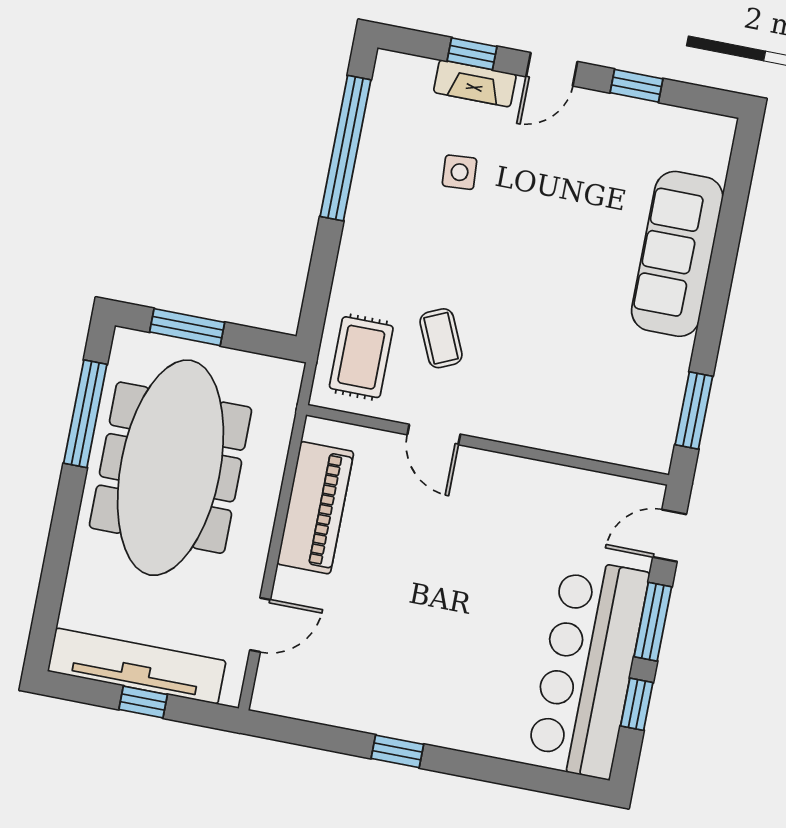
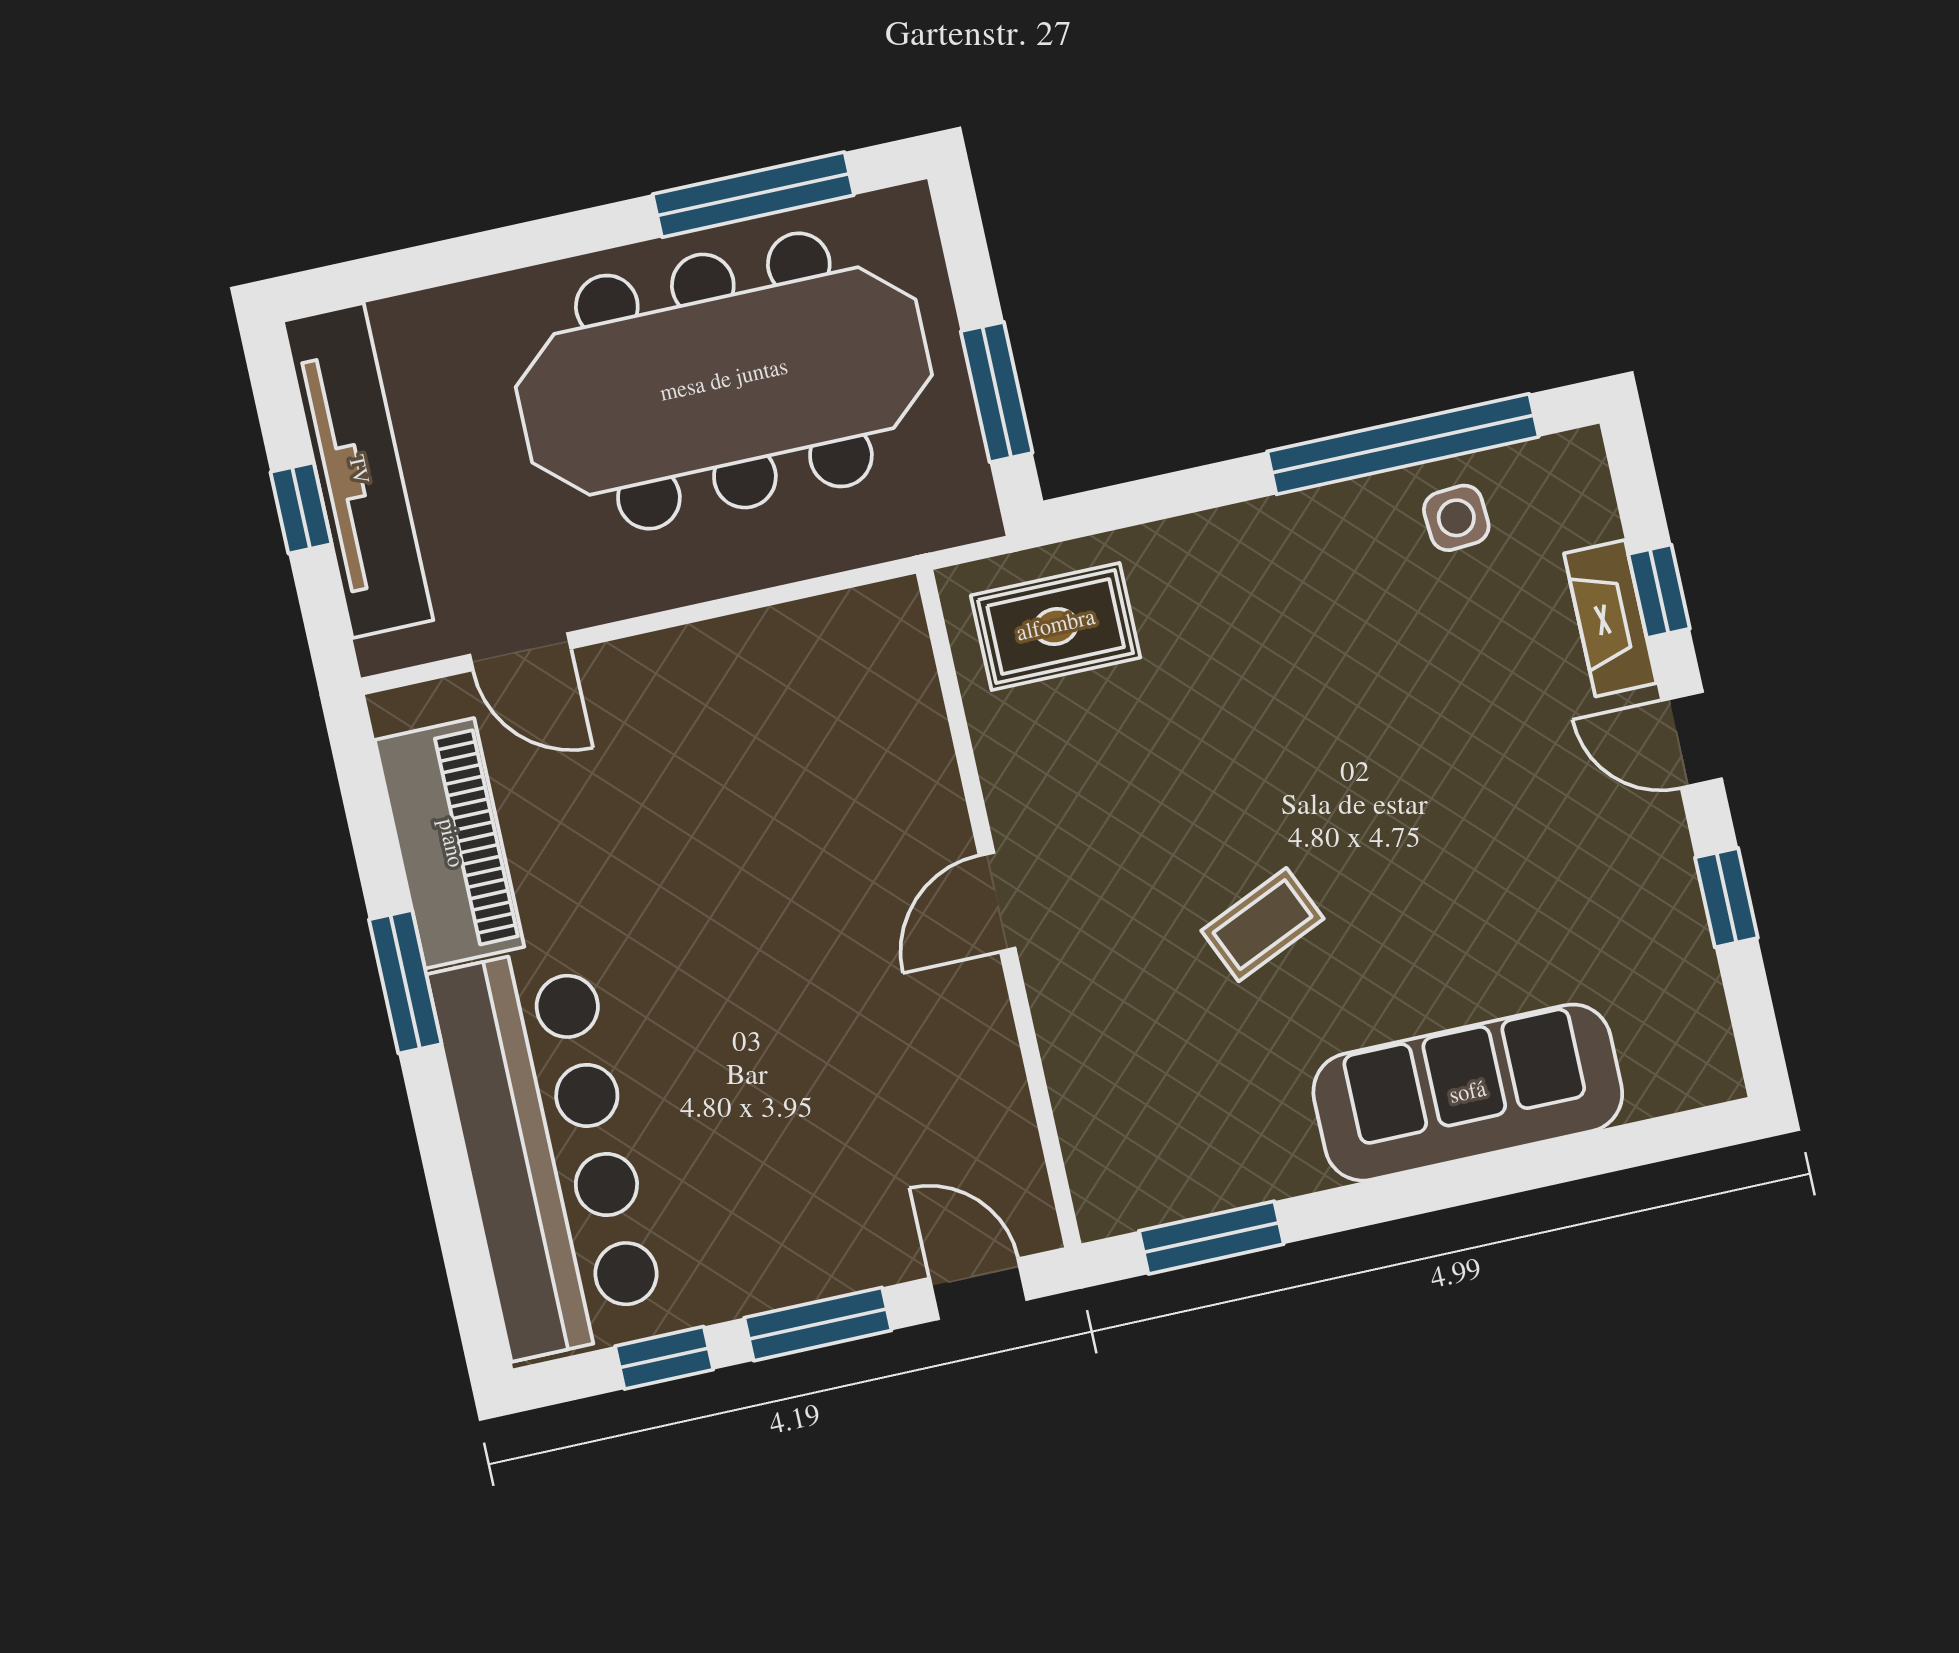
side table: (460, 172) -> (1456, 518), moved
window: (187, 327) -> (997, 392), moved
coffee table: (441, 338) -> (1263, 925), moved
door: (434, 434) -> (997, 902), moved
piano: (315, 508) -> (450, 843), moved, turned -90
bar counter: (588, 668) -> (548, 1151), moved, turned 90
window: (397, 751) -> (405, 982), width x1.50

